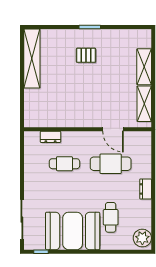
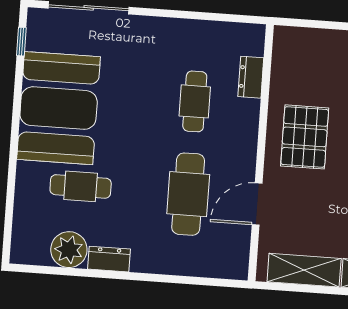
pallet: (78, 108) -> (305, 137), added
dresser: (146, 189) -> (109, 259), moved
plant: (142, 238) -> (69, 250), moved

